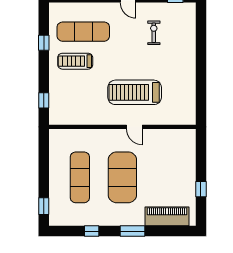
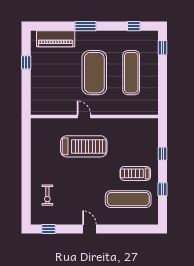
exercise bike: (154, 33) -> (47, 195), moved
treadmill: (75, 61) -> (135, 173), turned 180
window: (44, 100) -> (162, 154), moved
window: (92, 231) -> (134, 26), moved

